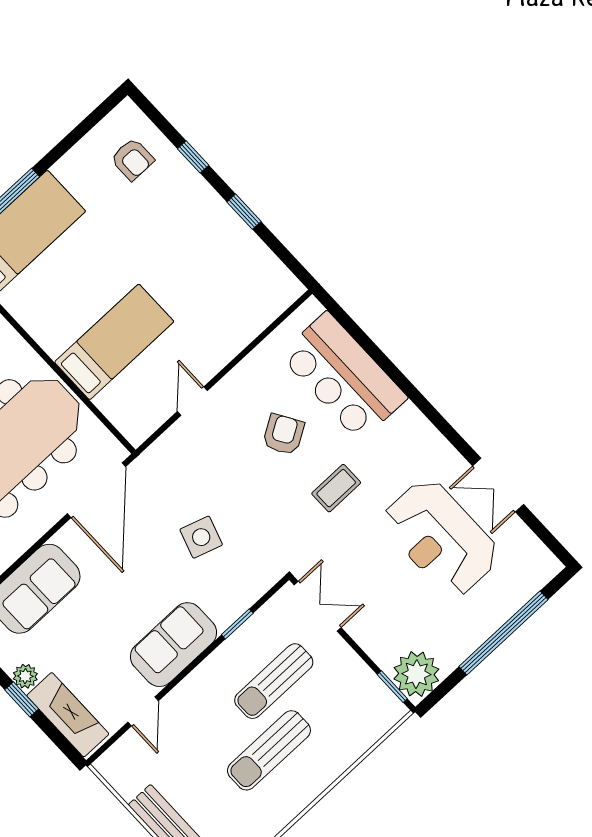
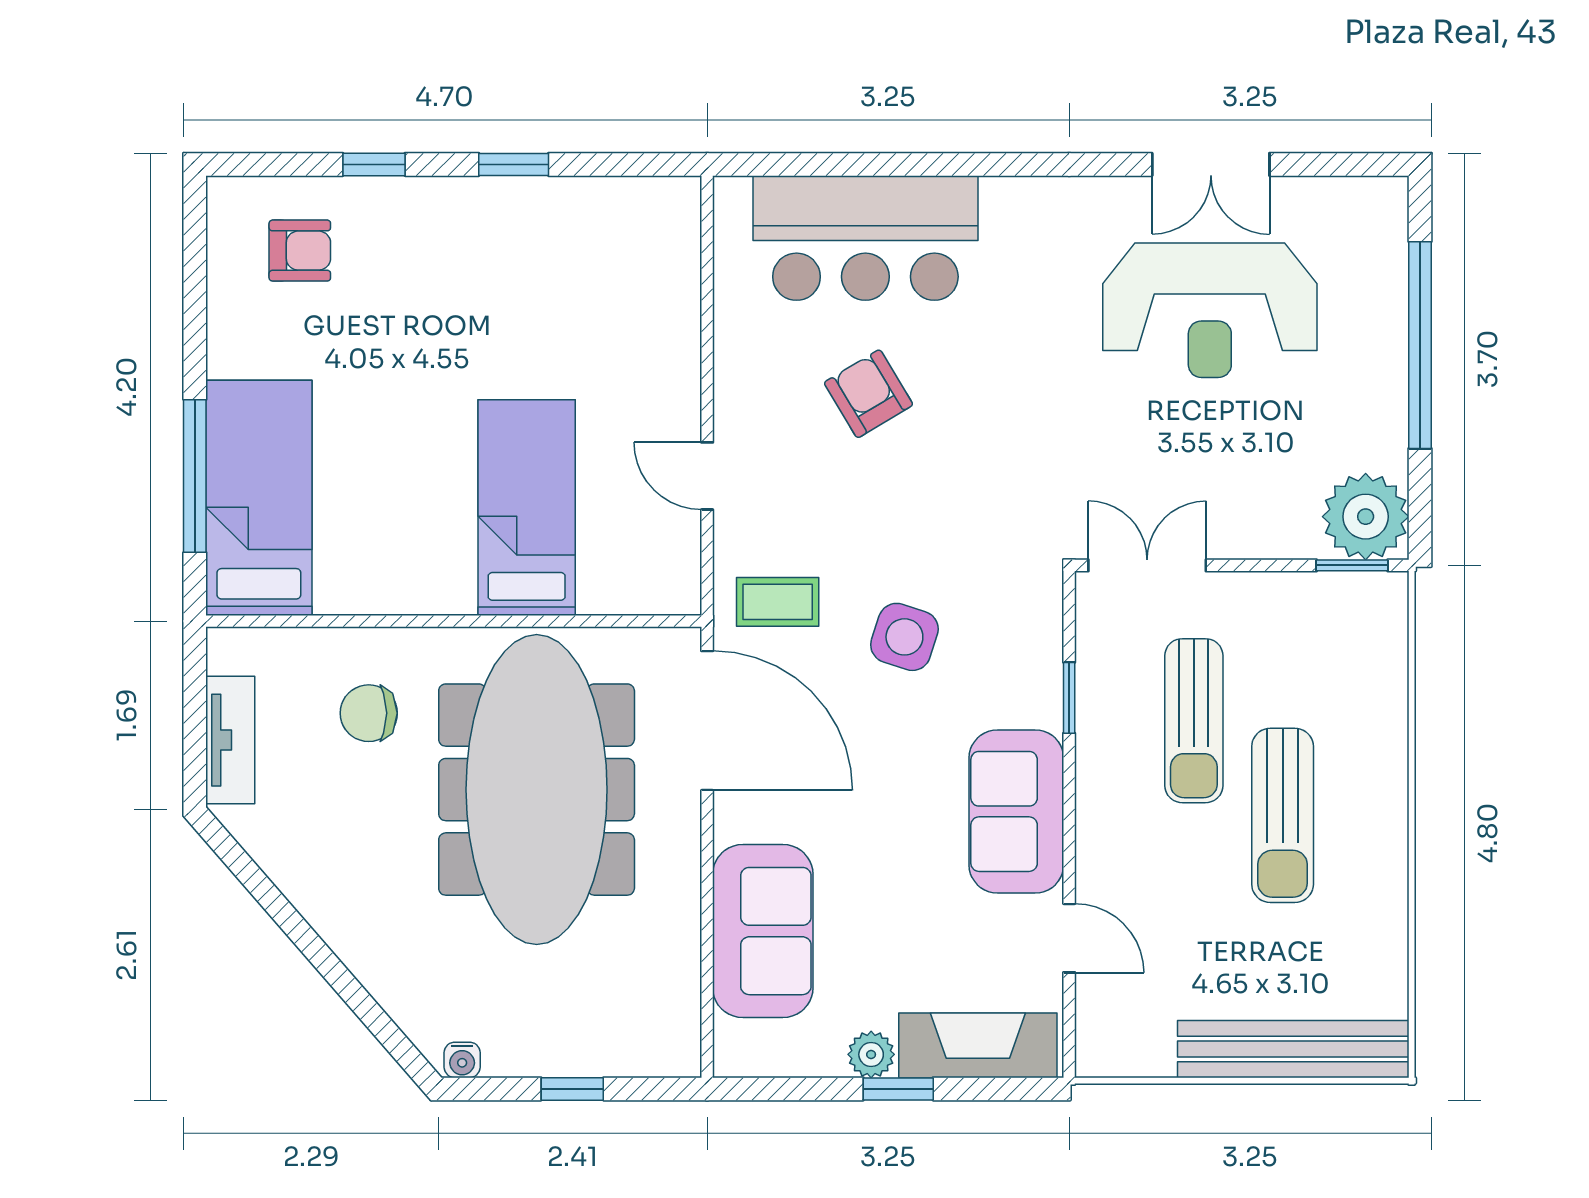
coffee table: (336, 488) -> (778, 602), moved, turned 90

